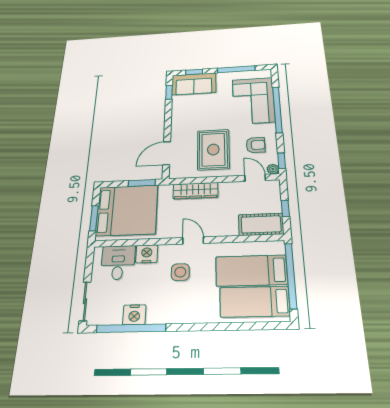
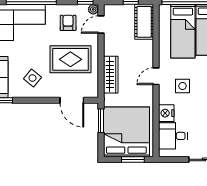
side table: (192, 115) -> (32, 78), added

